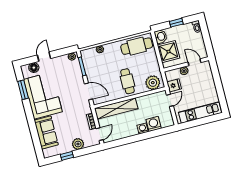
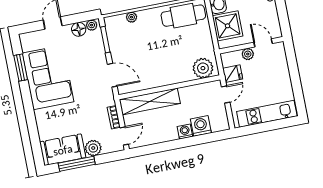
floor lamp: (34, 68) -> (79, 29), moved
cafe table: (127, 81) -> (168, 64), removed
sofa: (46, 132) -> (63, 150), moved, turned -90
window: (67, 156) -> (77, 164), width x2.17

